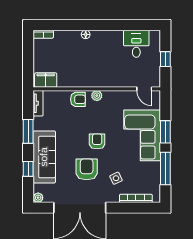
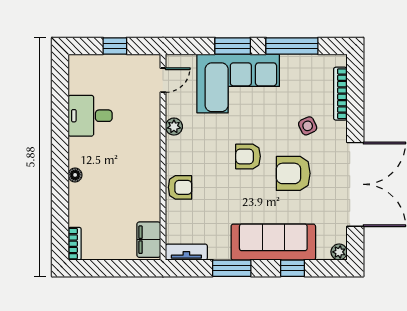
desk: (136, 44) -> (90, 116), moved
plant: (97, 96) -> (174, 127), moved
armchair: (78, 99) -> (180, 187), turned 90

